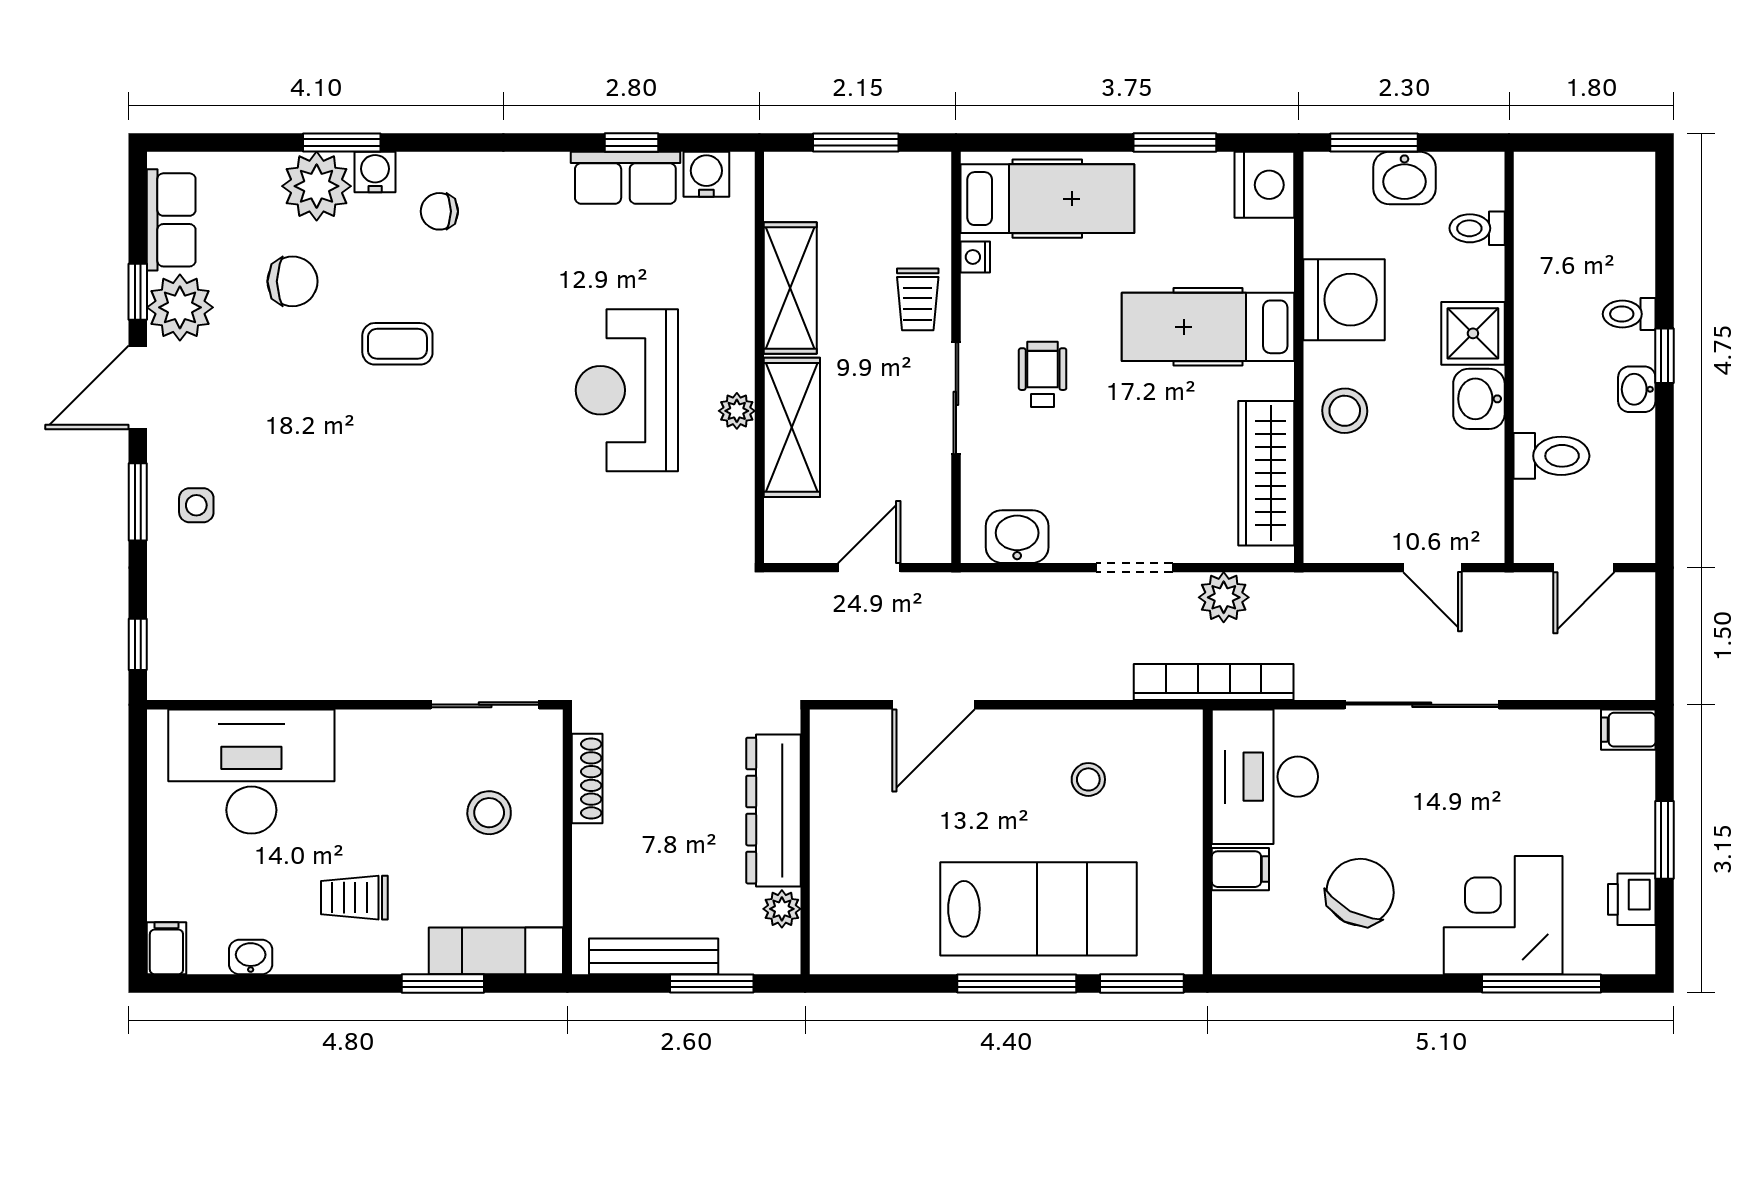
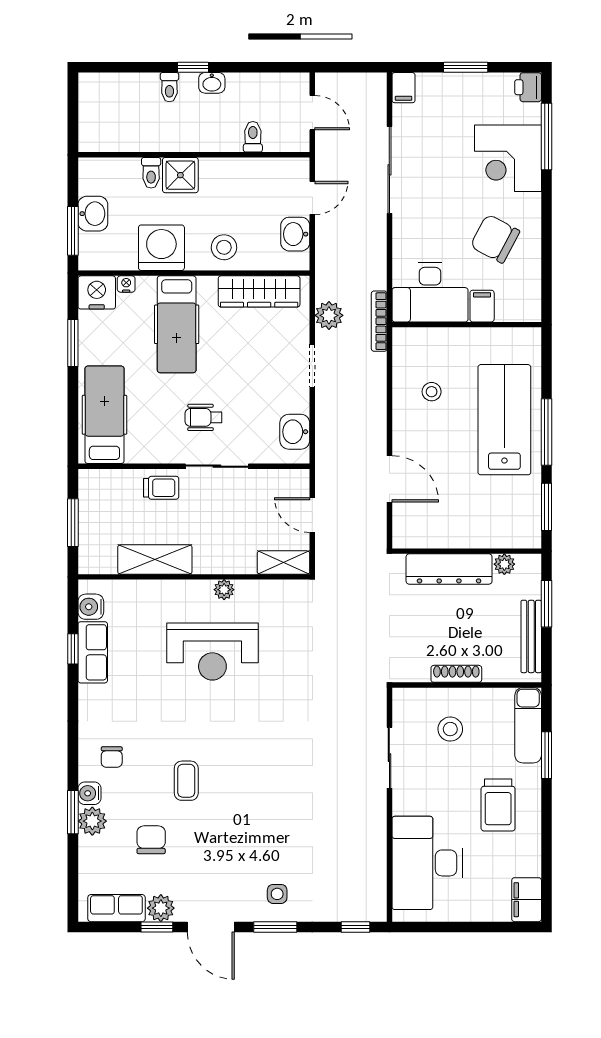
plant: (317, 186) -> (92, 821), width x0.73, depth x0.73
toilet: (1477, 228) -> (151, 173), moved
nightstand: (975, 257) -> (126, 284), moved, turned 180
plant: (180, 307) -> (161, 908), width x0.73, depth x0.73
washbasin: (1479, 399) -> (295, 234), moved, turned 90
shelving: (792, 427) -> (283, 563), moved, width x0.67, depth x0.75
toilet: (1551, 456) -> (253, 137), width x0.73, depth x0.72
bookcase: (1214, 682) -> (379, 321), width x0.68, depth x0.76
sliding door: (485, 705) -> (389, 758), moved
sliding door: (1422, 705) -> (389, 170), moved
shoe rack: (587, 779) -> (456, 674), moved
trolley: (354, 898) -> (498, 805), width x1.36, depth x1.39
printer: (1632, 899) -> (528, 87), moved, turned 90
filing cabinet: (166, 948) -> (527, 900), width x2.00
washbasin: (251, 957) -> (532, 863), removed
window: (1142, 984) -> (546, 507), moved

